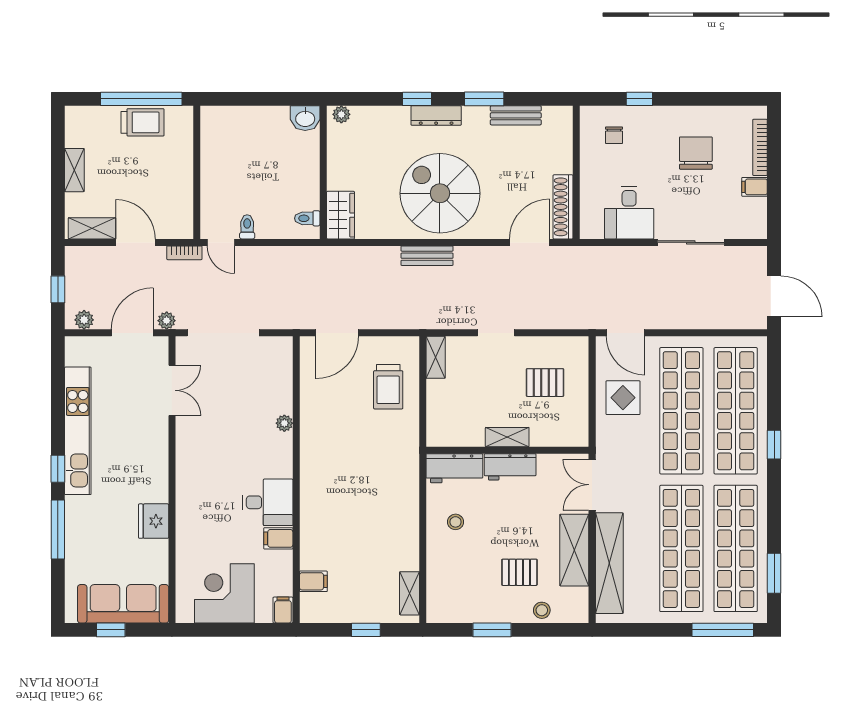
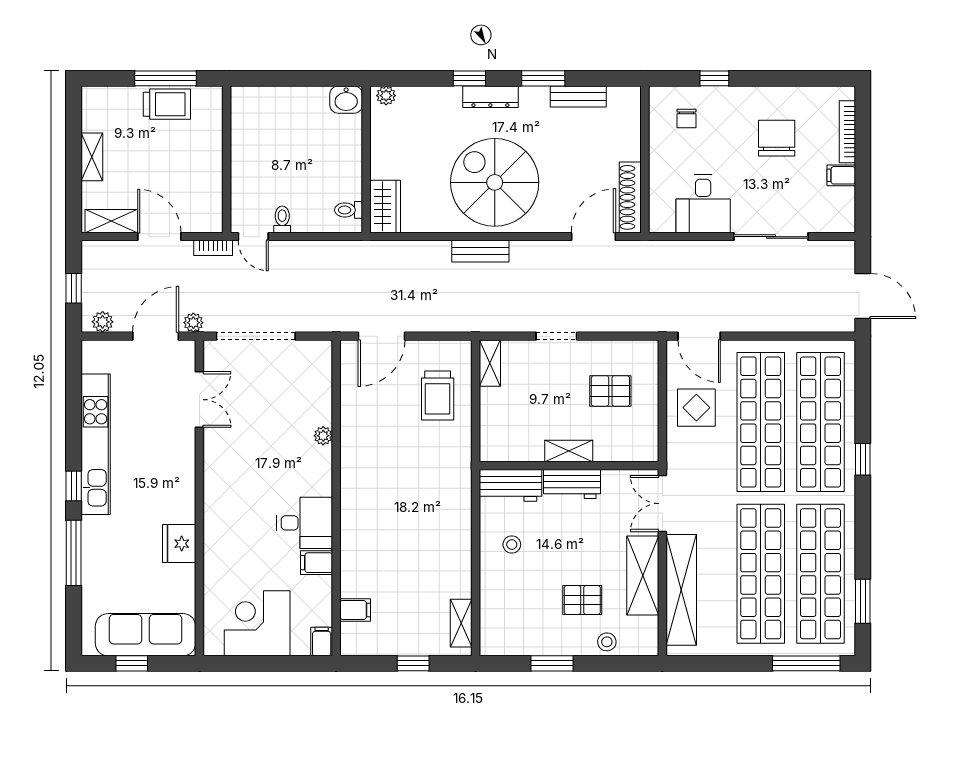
window: (141, 99) -> (166, 78), width x0.68

